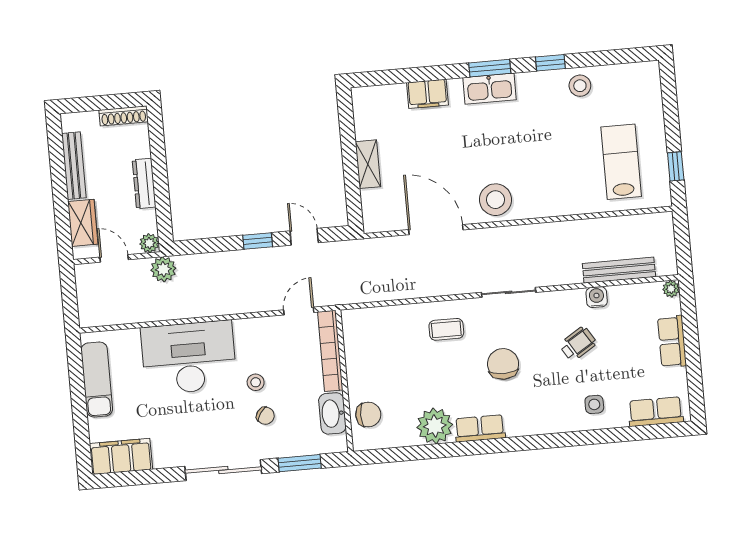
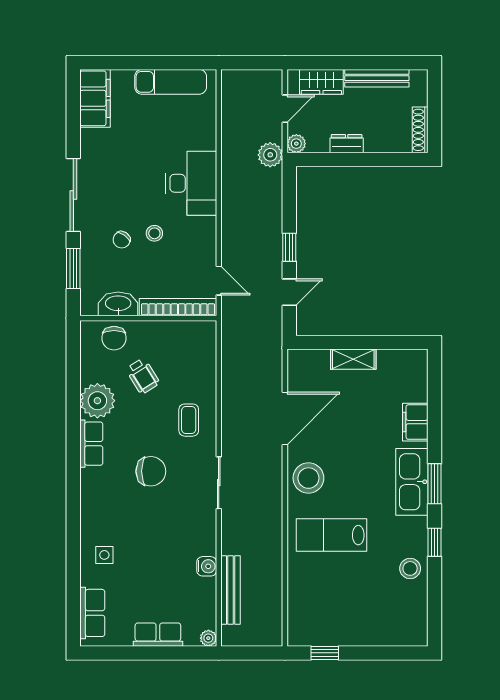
kitchen sink: (490, 89) -> (412, 482), width x1.36, depth x1.24
lab bench: (621, 162) -> (332, 535), moved, turned 180
dresser: (144, 183) -> (347, 144), width x0.70
wheelchair: (578, 344) -> (143, 376), moved
desk: (189, 358) -> (191, 183), width x0.73, depth x0.77

